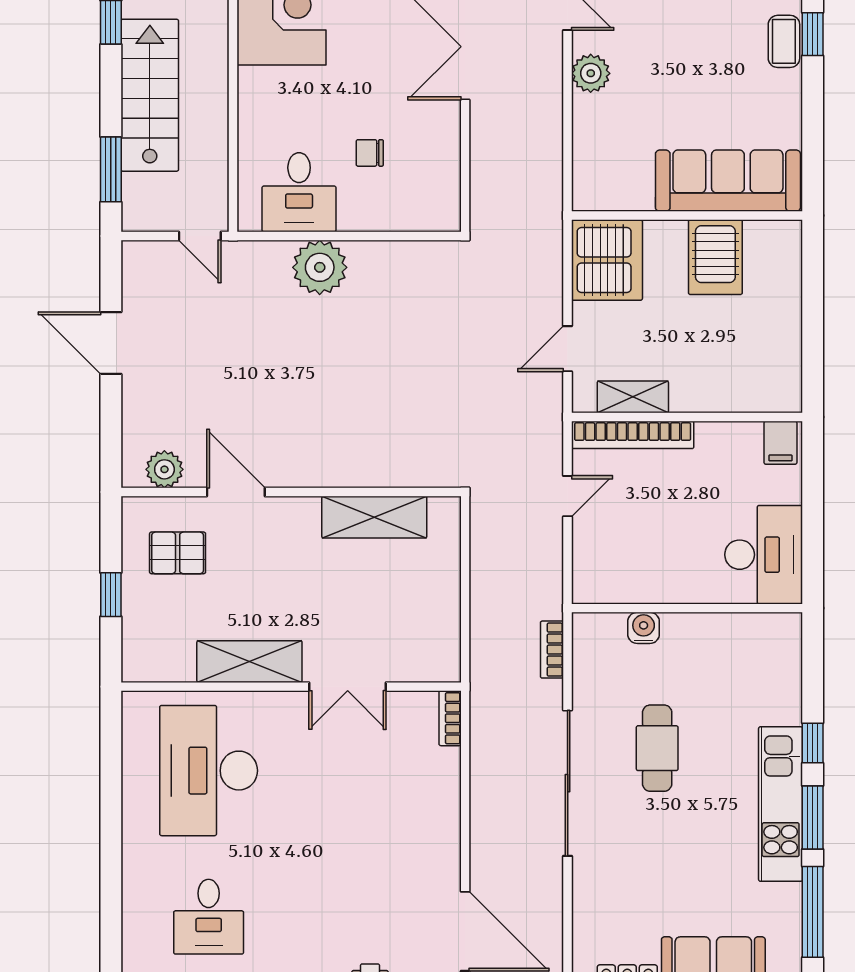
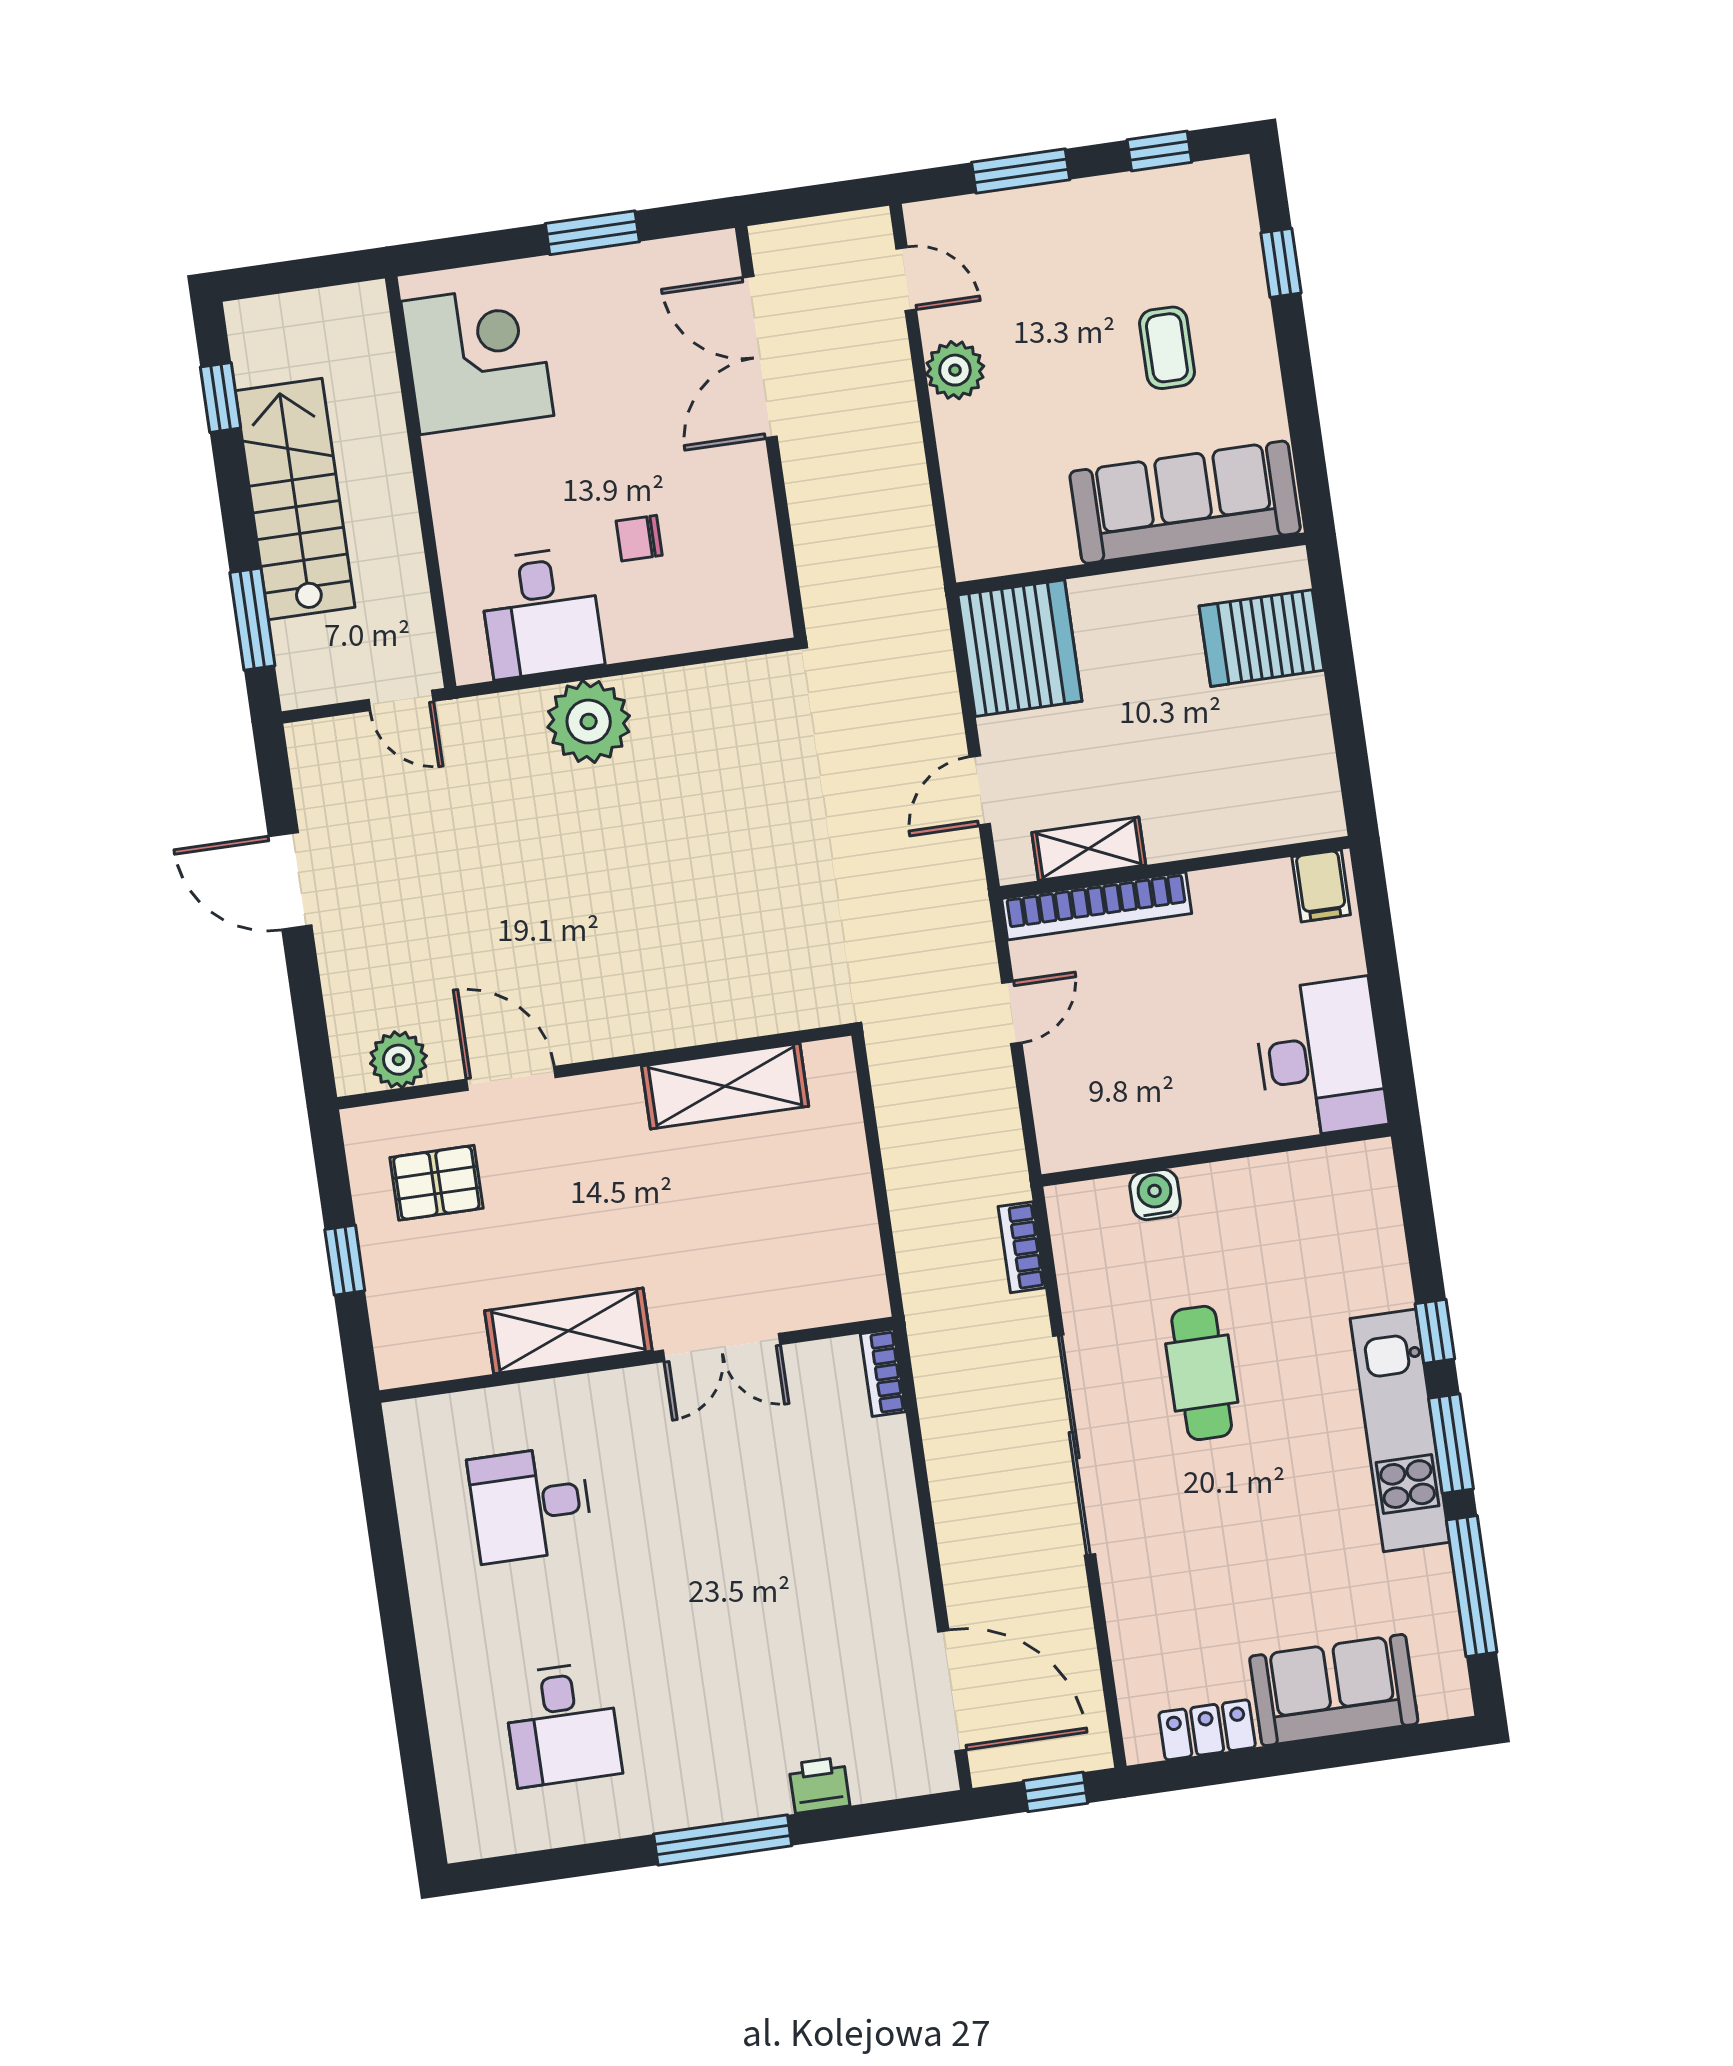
coffee table: (784, 41) -> (1167, 348), moved
server rack: (715, 257) -> (1262, 638), moved, turned 90
desk: (209, 771) -> (530, 1504), width x0.53, depth x0.77

